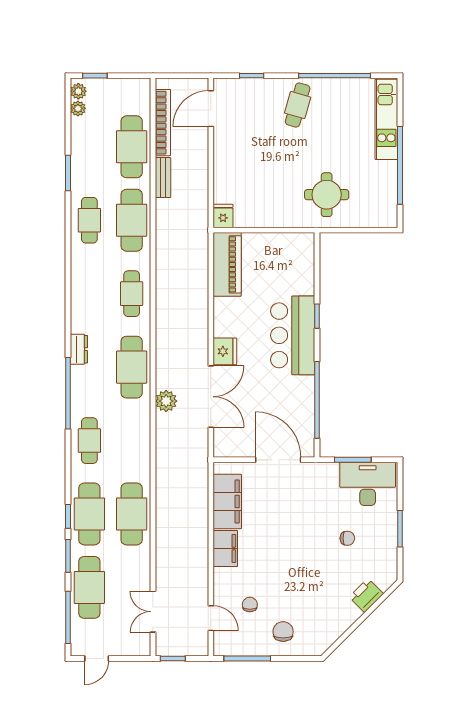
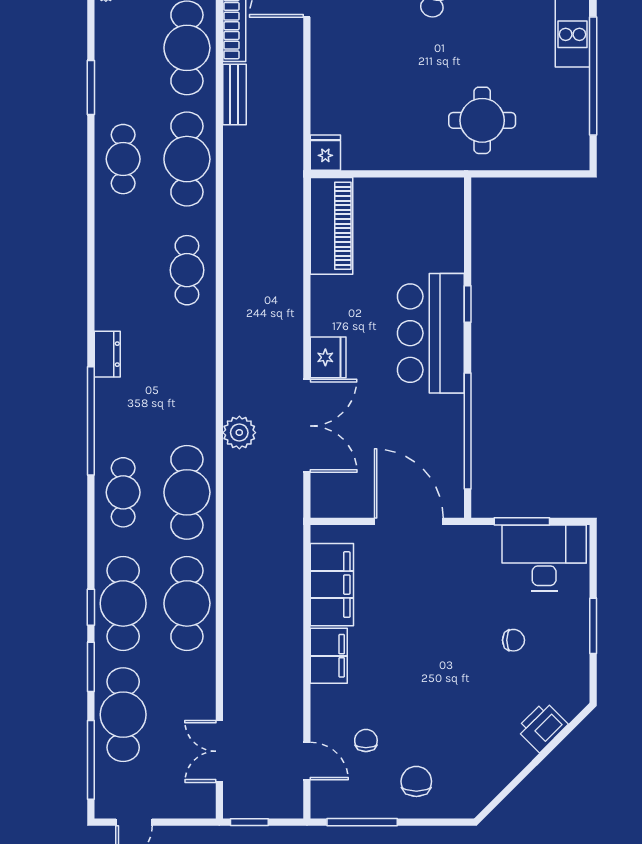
cafe table: (132, 367) -> (187, 492), moved

